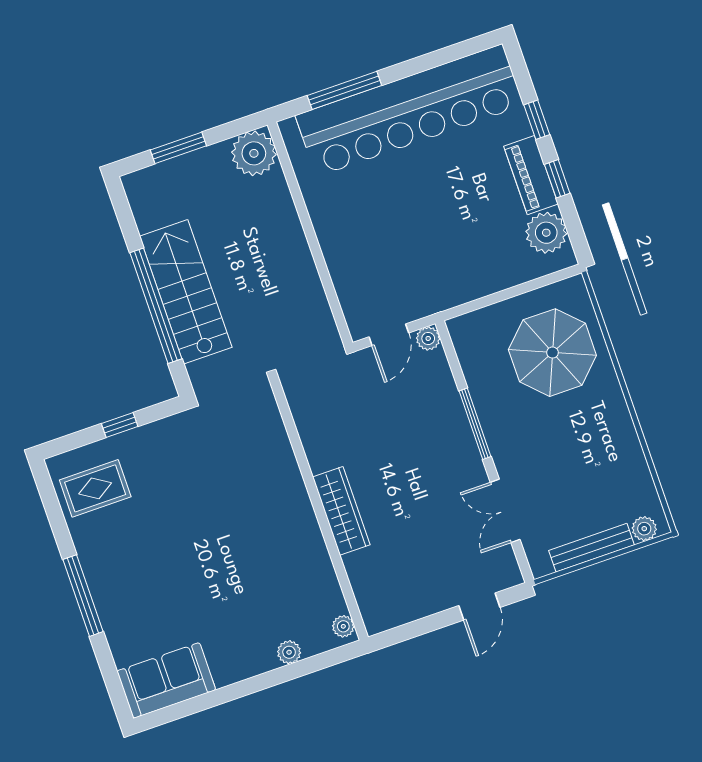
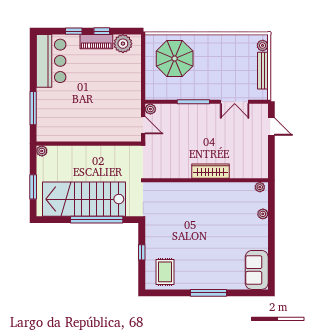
bar counter: (409, 110) -> (51, 61), width x0.54
plant: (254, 153) -> (42, 151), width x0.53, depth x0.53
stairs: (186, 292) -> (84, 199), width x1.36, depth x1.51

